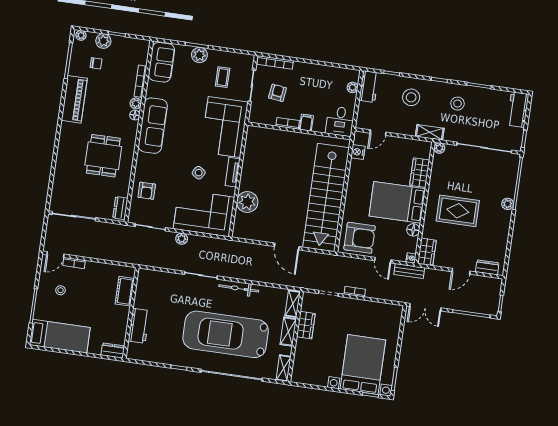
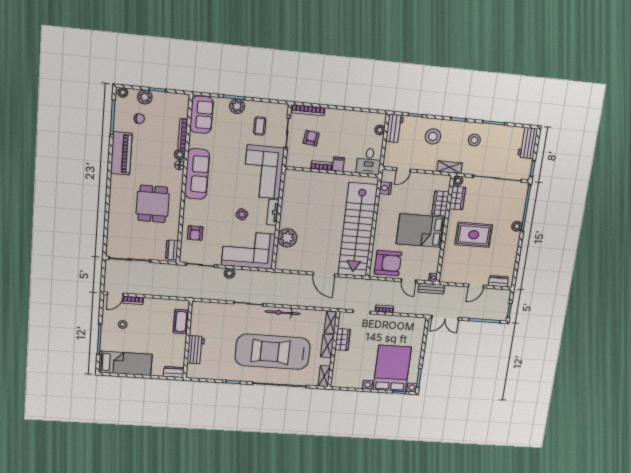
floor lamp: (413, 230) -> (435, 253), removed
wardrobe: (427, 252) -> (457, 198), moved

